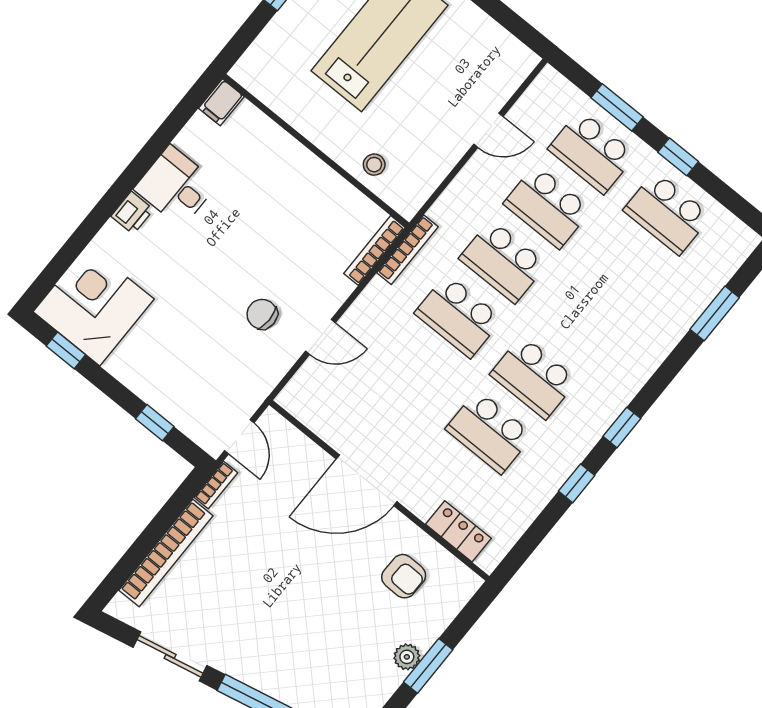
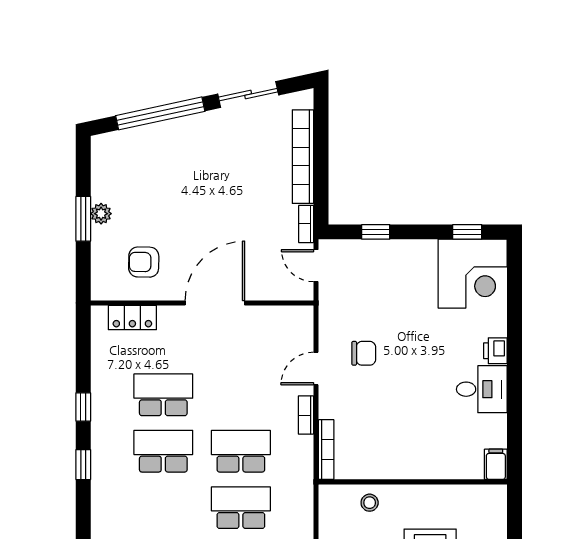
bookcase: (408, 250) -> (306, 415), moved, width x0.64

